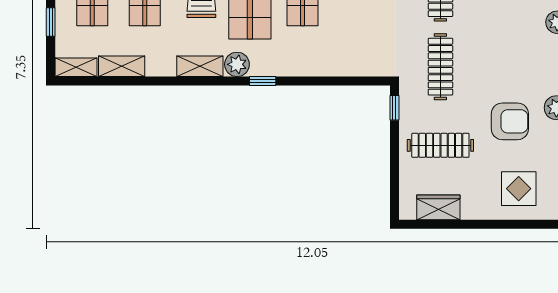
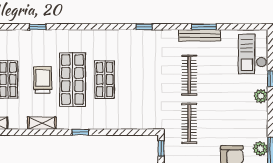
plant: (237, 64) -> (65, 122), removed

